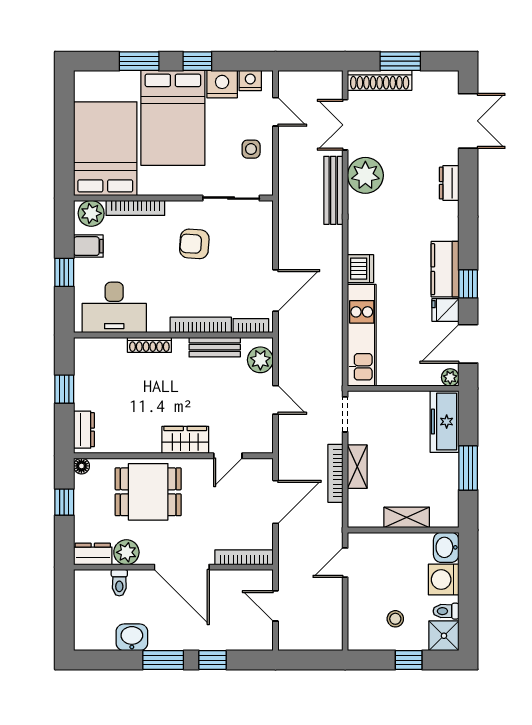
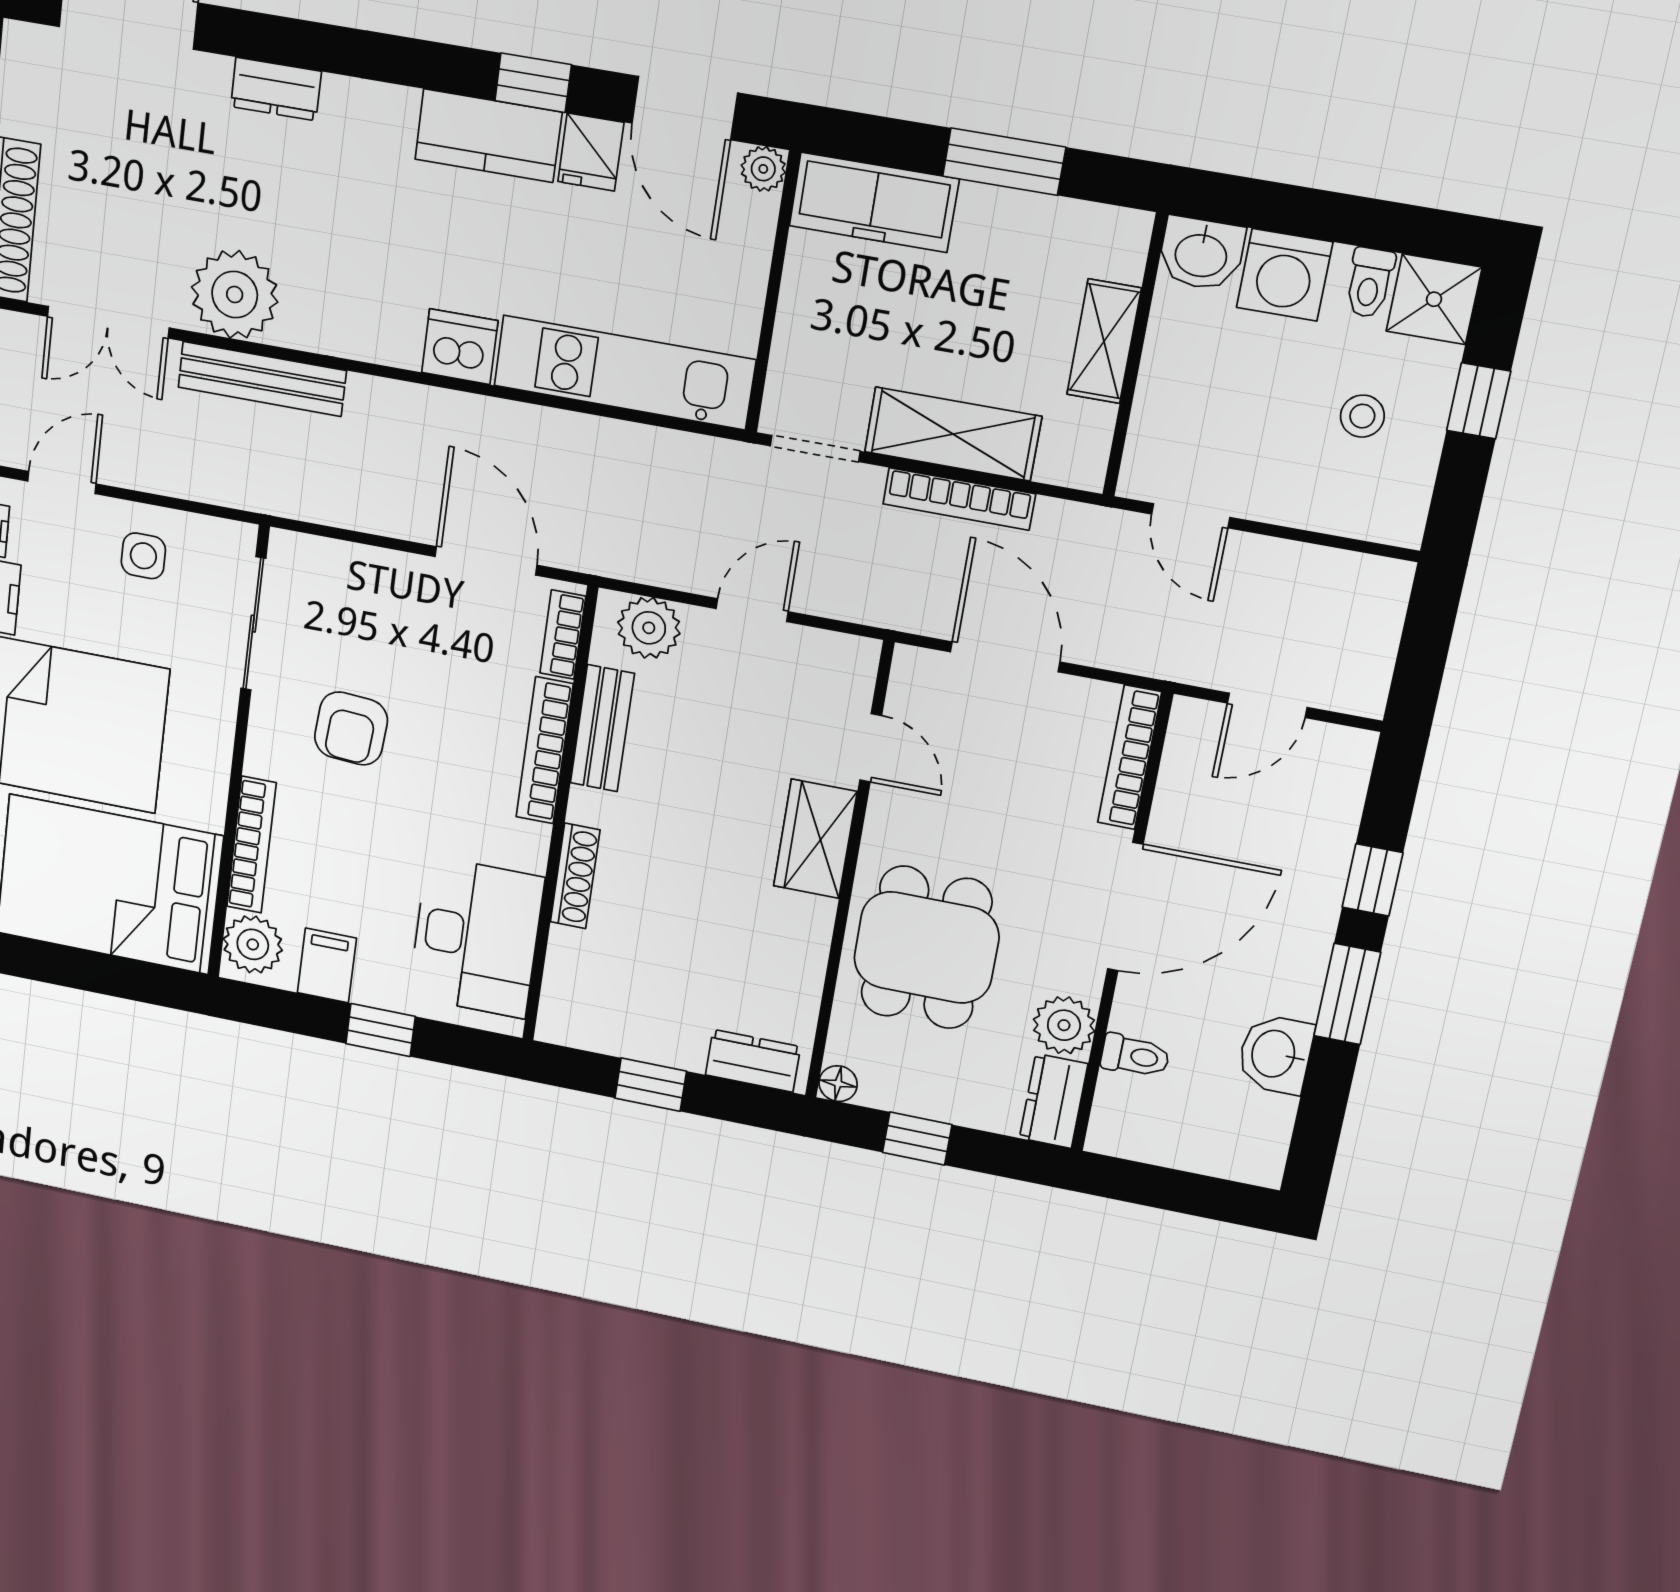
shelving: (357, 467) -> (953, 434), width x1.50, depth x1.33

